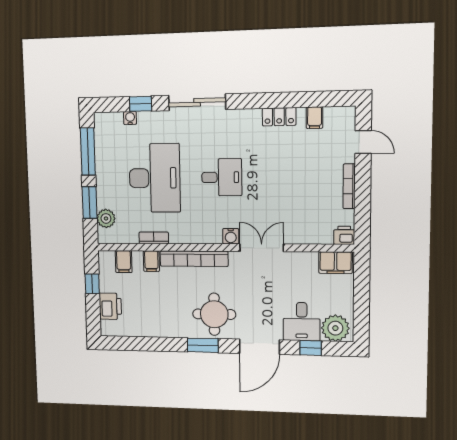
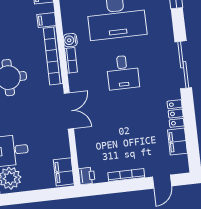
sliding door: (197, 102) -> (183, 65), moved
filing cabinet: (315, 118) -> (177, 142), width x2.00
water cooler: (231, 236) -> (70, 40), moved
bookcase: (154, 238) -> (71, 60), moved

